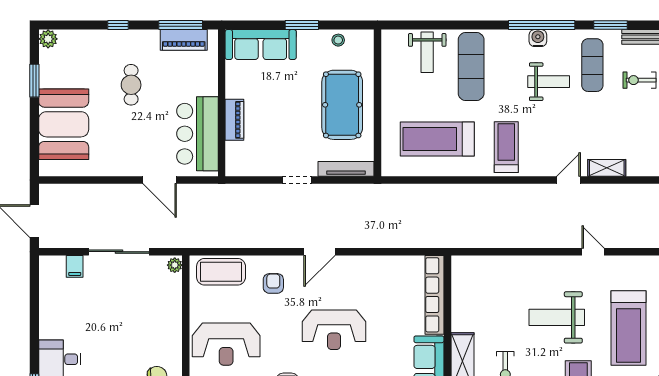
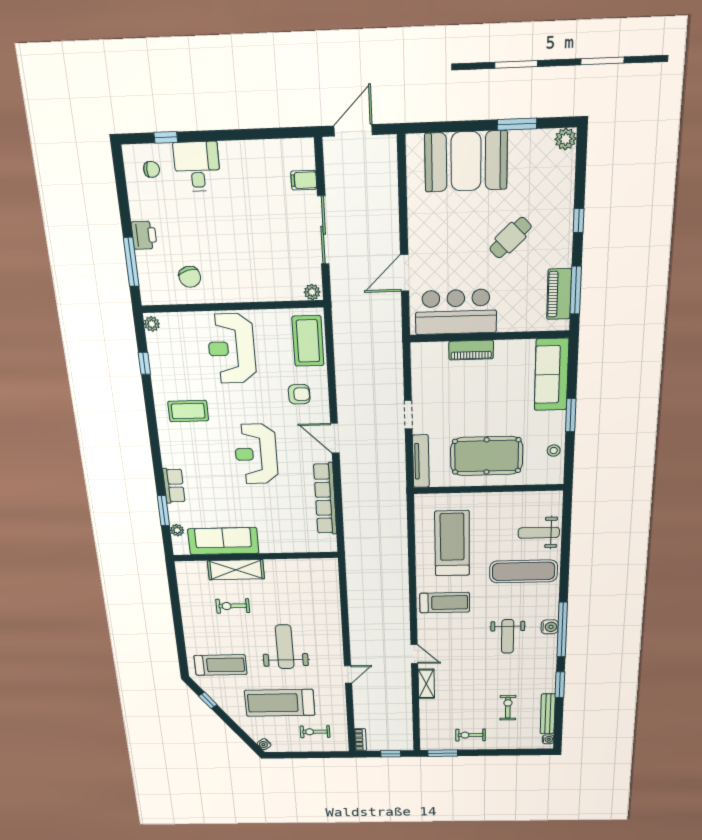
exercise mat: (592, 65) -> (523, 671), removed
cafe table: (131, 85) -> (510, 238), turned -44
row of seats: (434, 295) -> (325, 499), moved, turned -90

